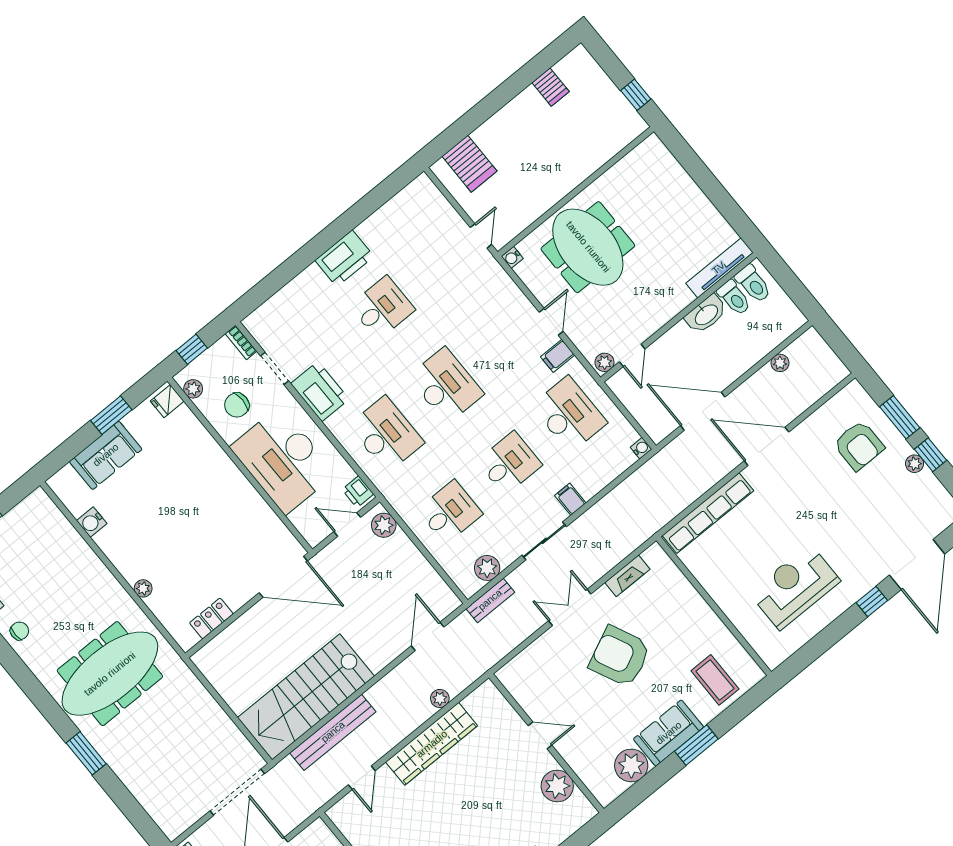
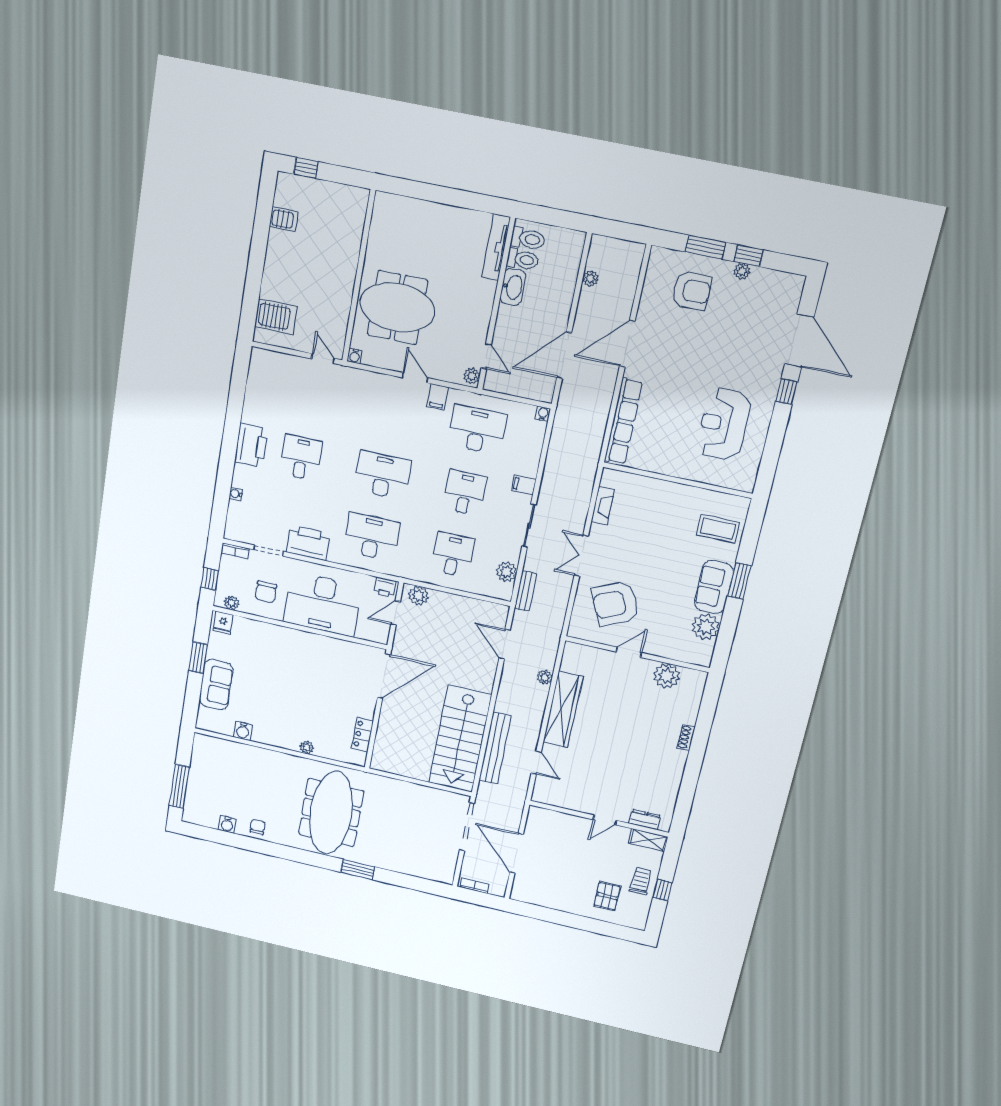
window: (636, 95) -> (306, 168), moved
water cooler: (289, 290) -> (236, 494), added
armchair: (620, 656) -> (615, 604), moved

